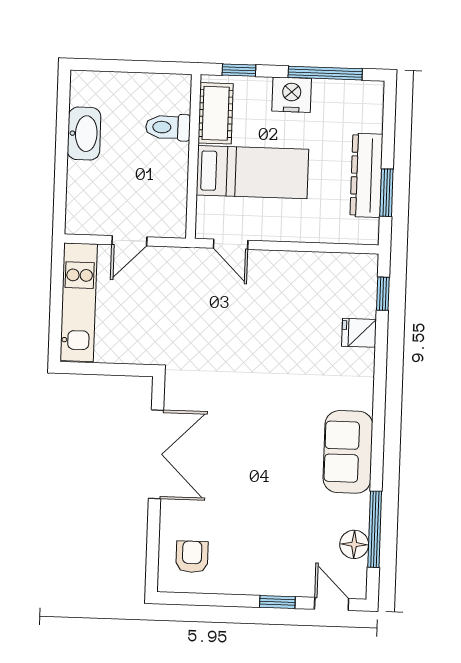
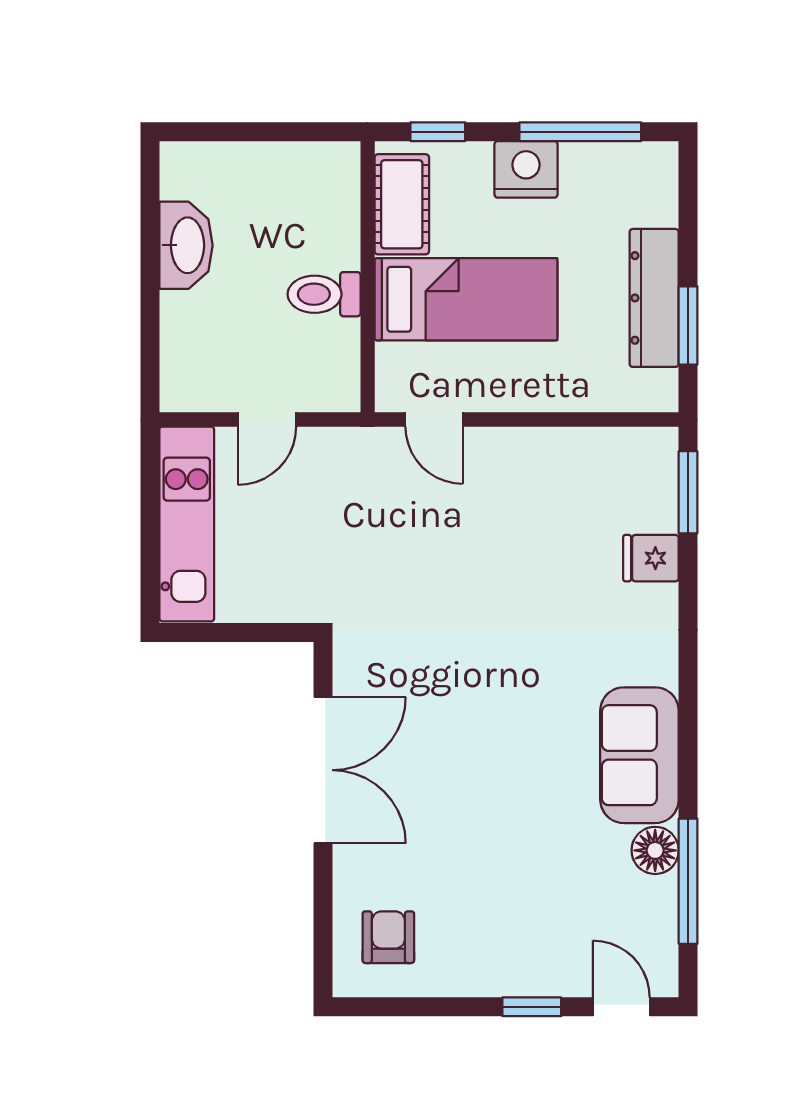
toilet: (168, 127) -> (324, 294), moved
window: (383, 294) -> (688, 492), width x1.50
floor lamp: (354, 544) -> (655, 850), moved

